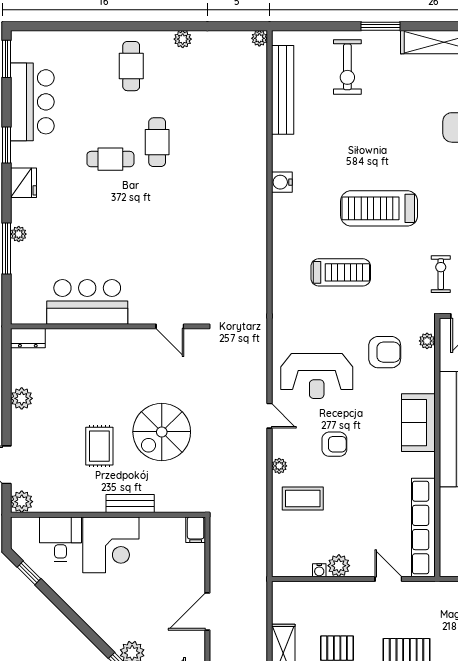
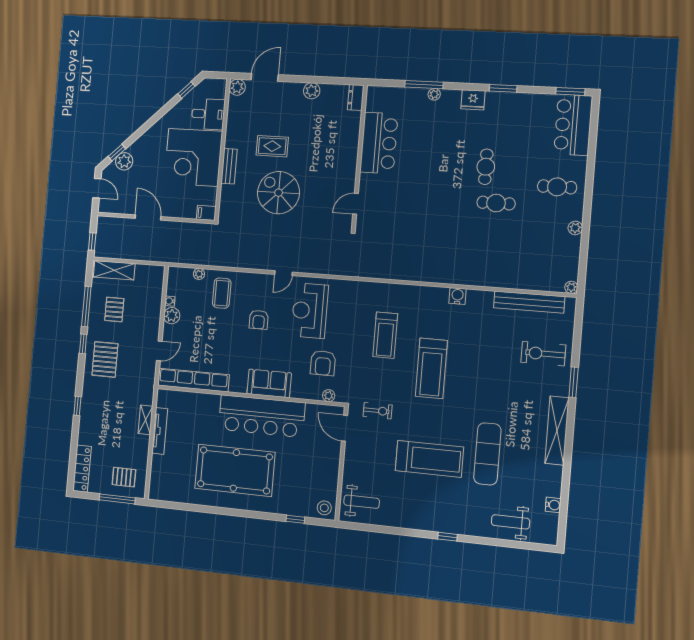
bar counter: (32, 102) -> (573, 125), moved, turned 90
treadmill: (379, 208) -> (431, 368), turned 180
plant: (279, 466) -> (199, 274), moved
corner desk: (111, 545) -> (193, 157), width x1.36, depth x1.36

